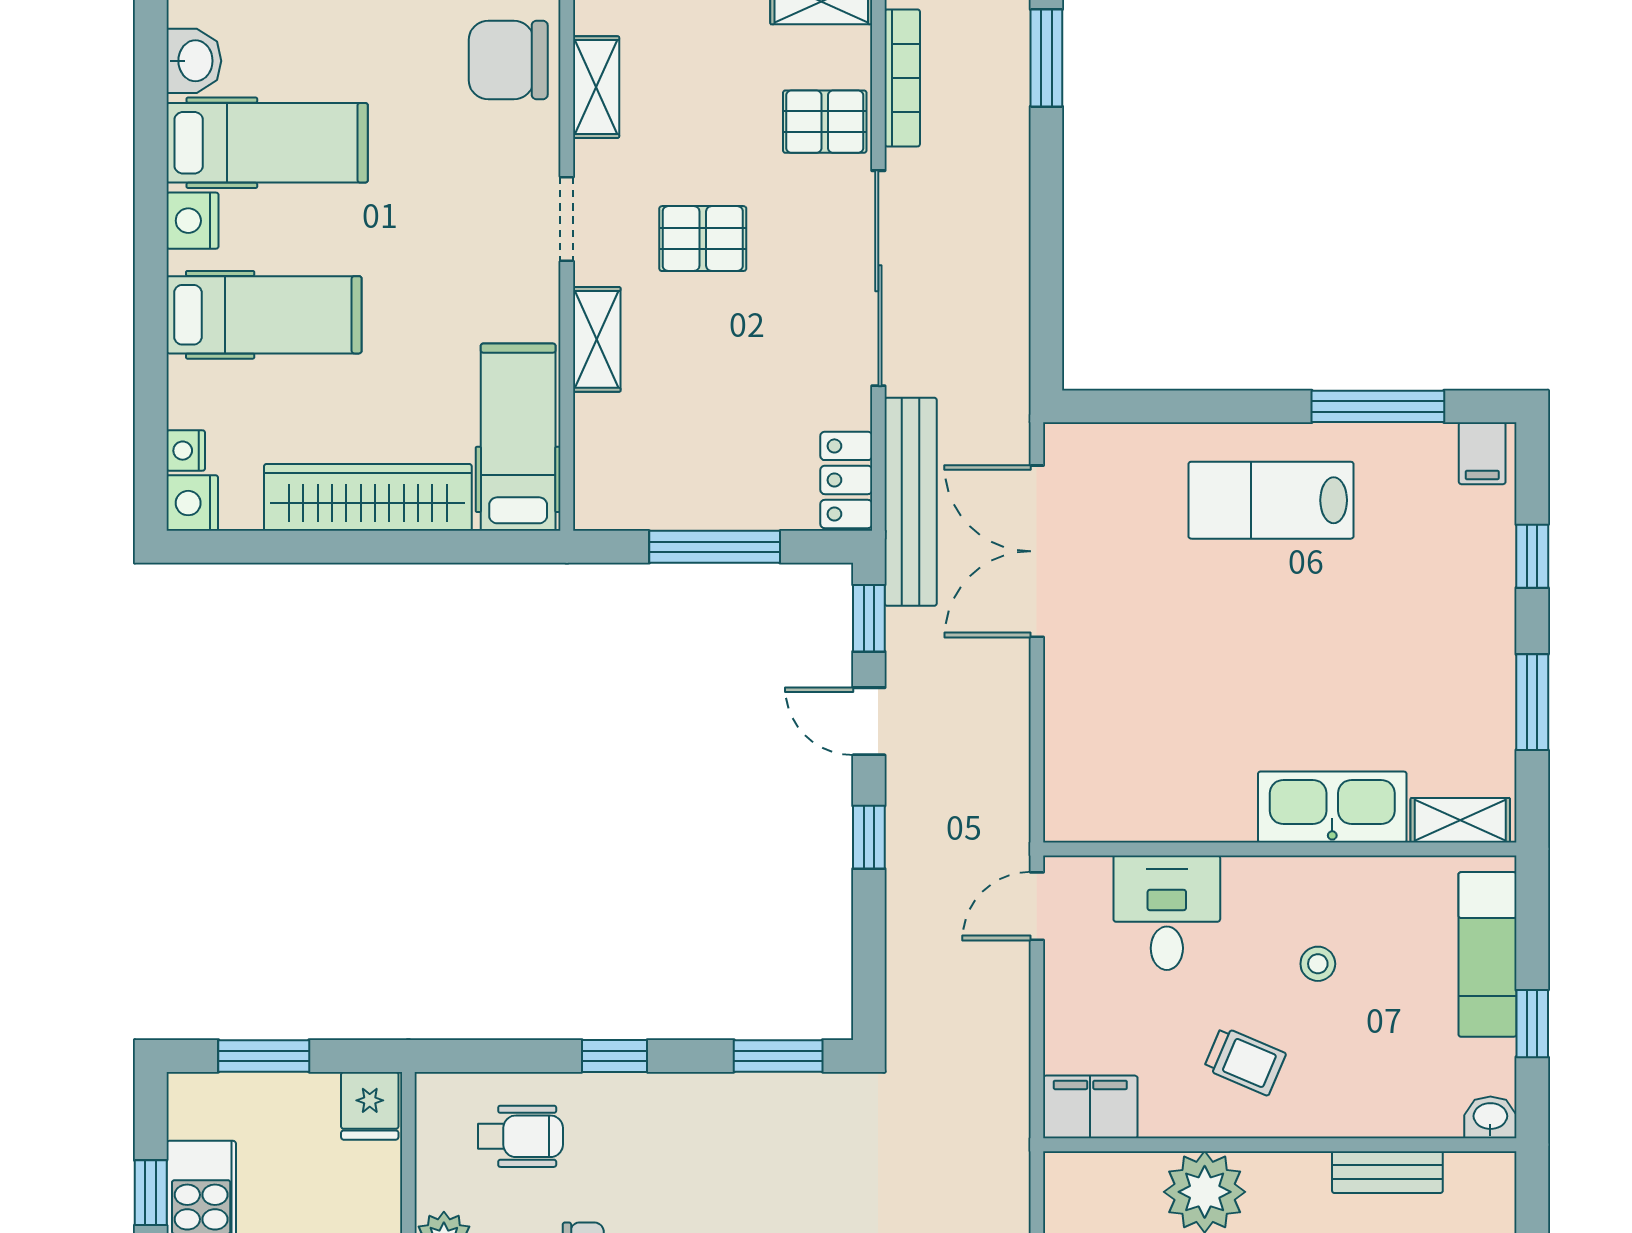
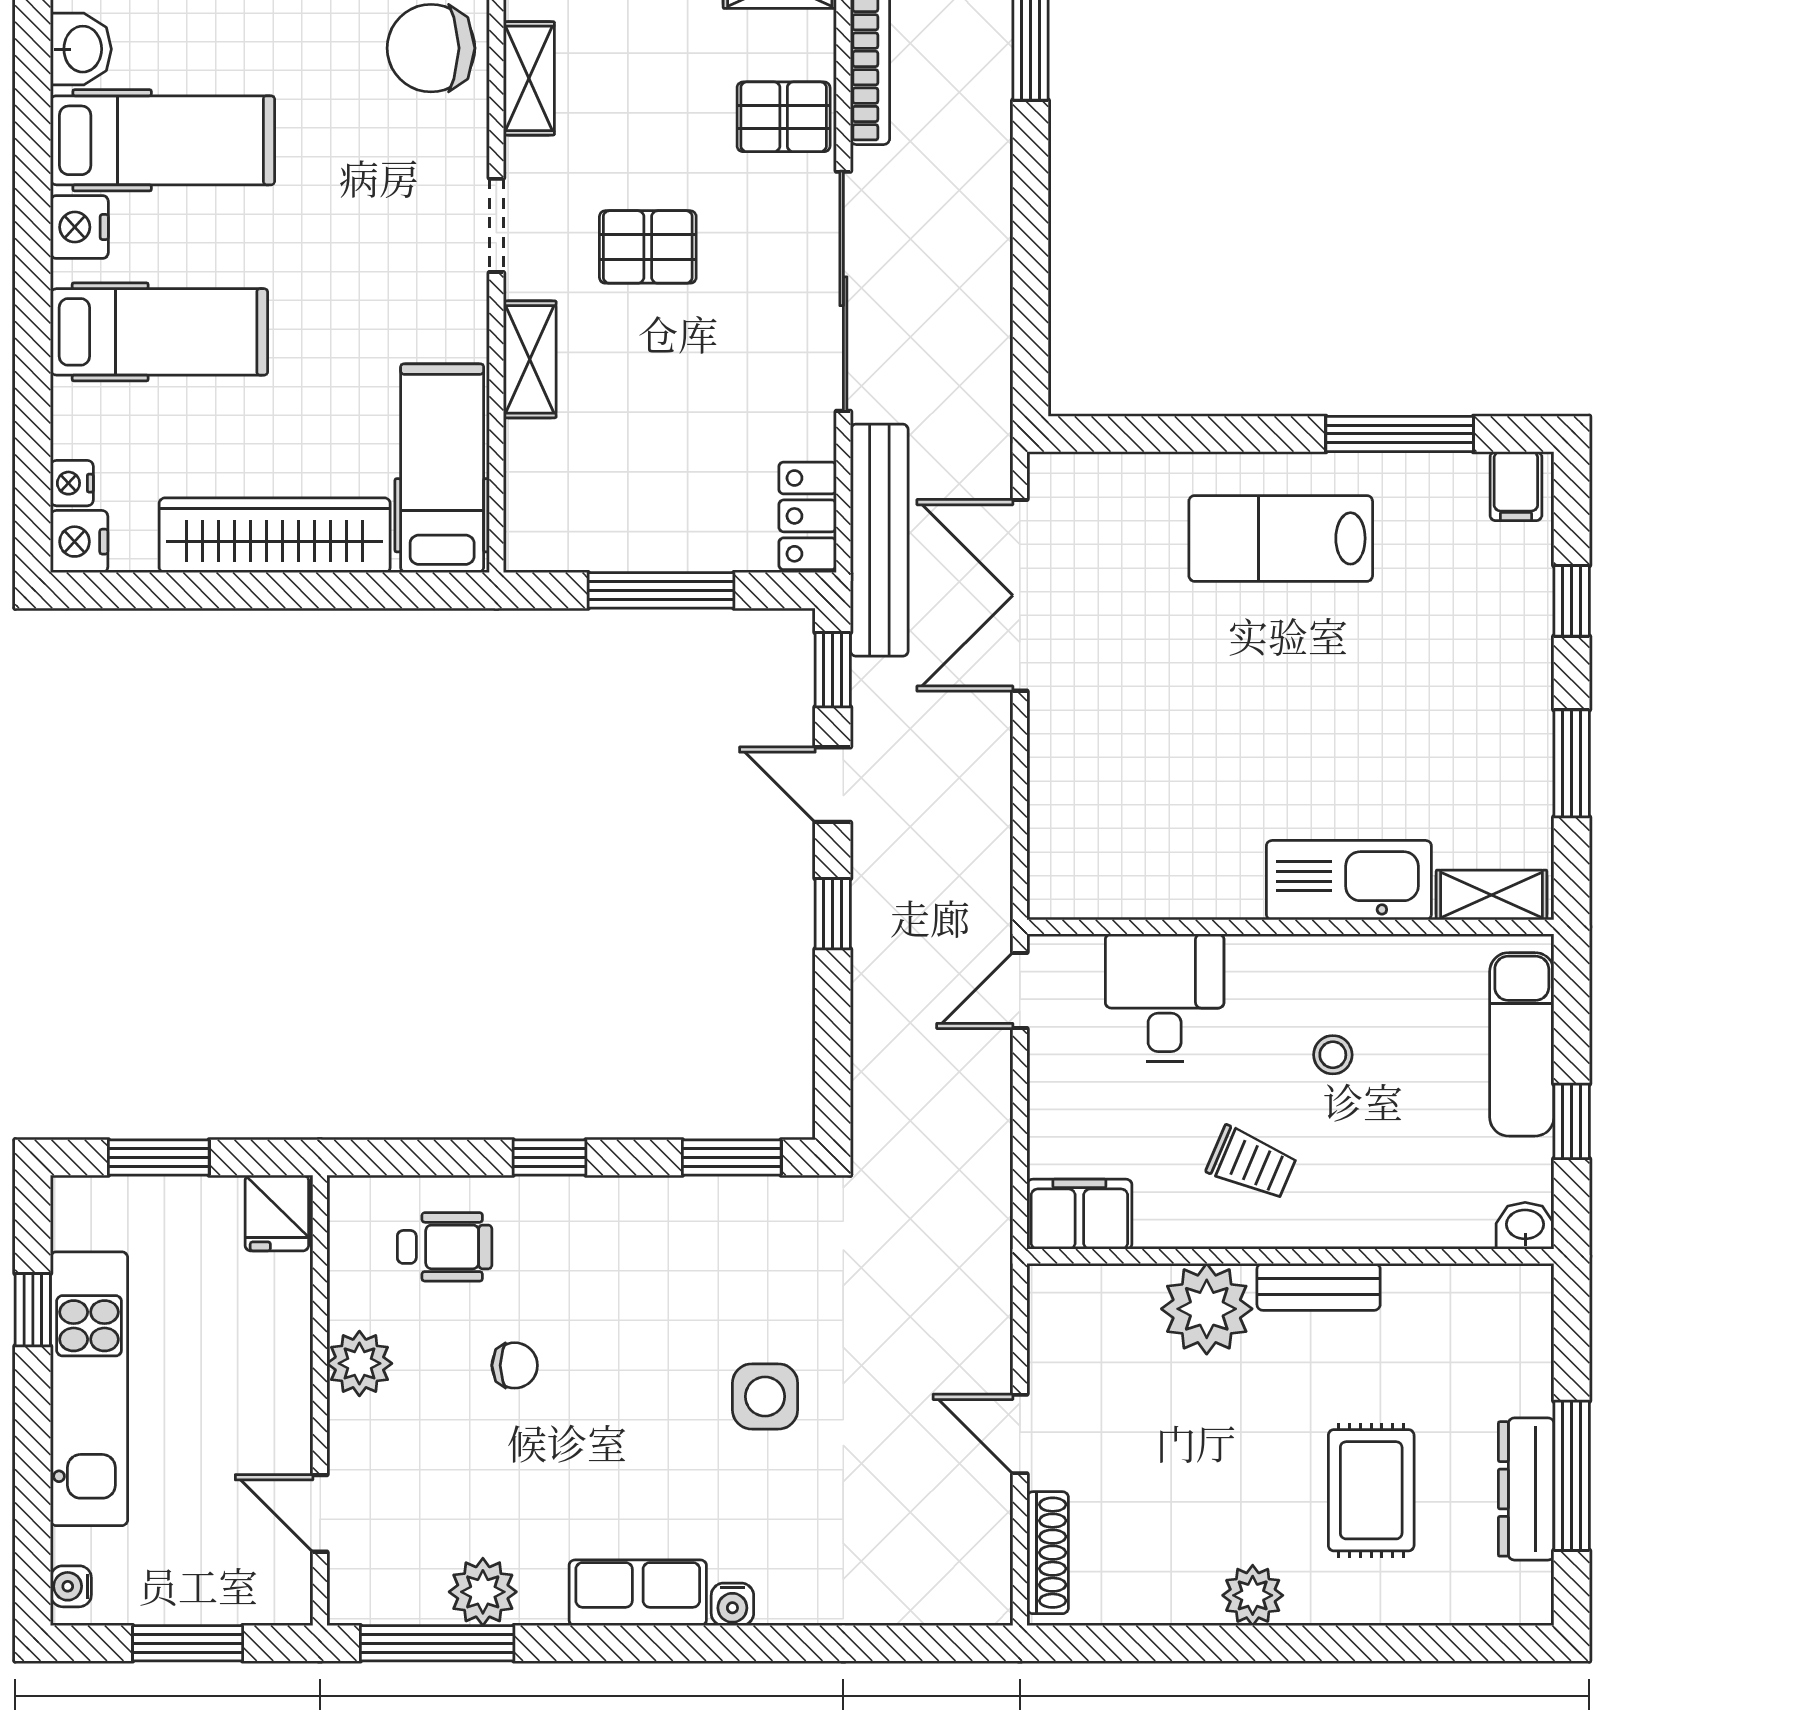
bench: (1387, 1172) -> (1319, 1287), moved

